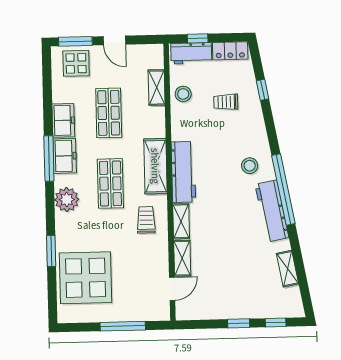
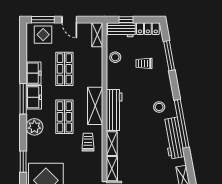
shelving: (157, 88) -> (97, 35), moved
window: (262, 90) -> (169, 56), width x2.17

